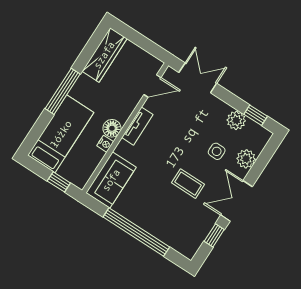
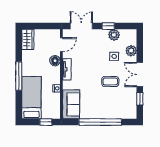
wardrobe: (104, 55) -> (28, 39), width x0.67
window: (256, 115) -> (108, 26), moved
floor lamp: (112, 128) -> (55, 61), moved

